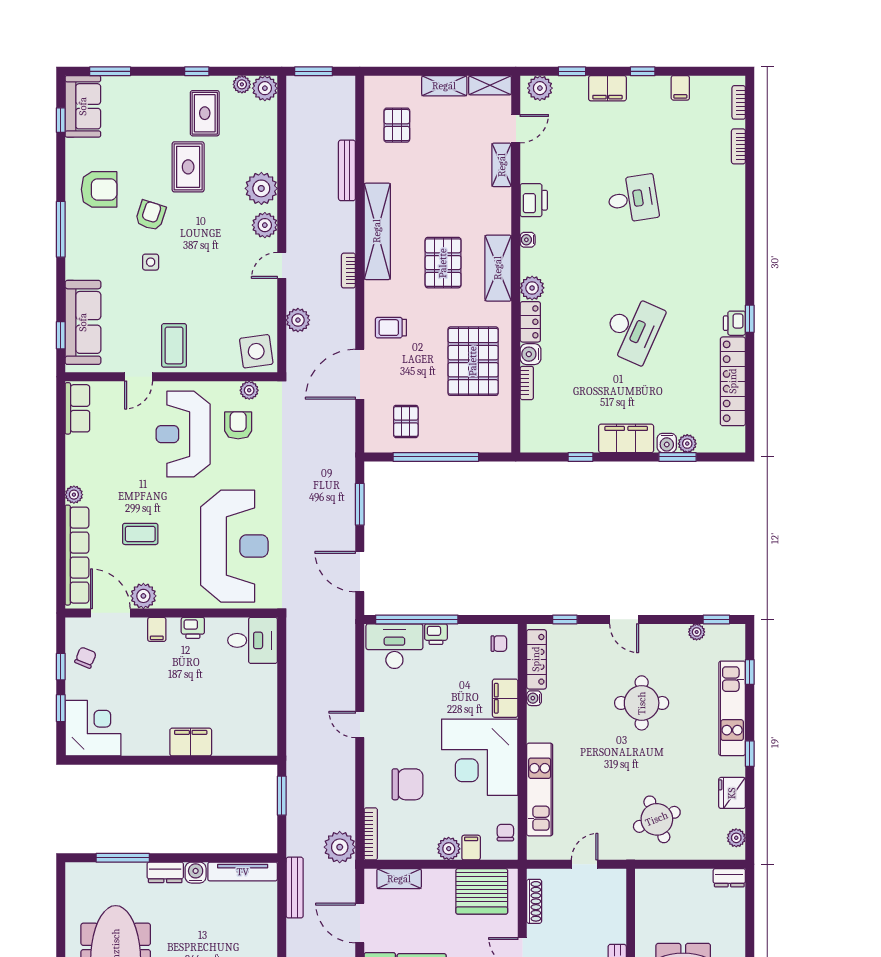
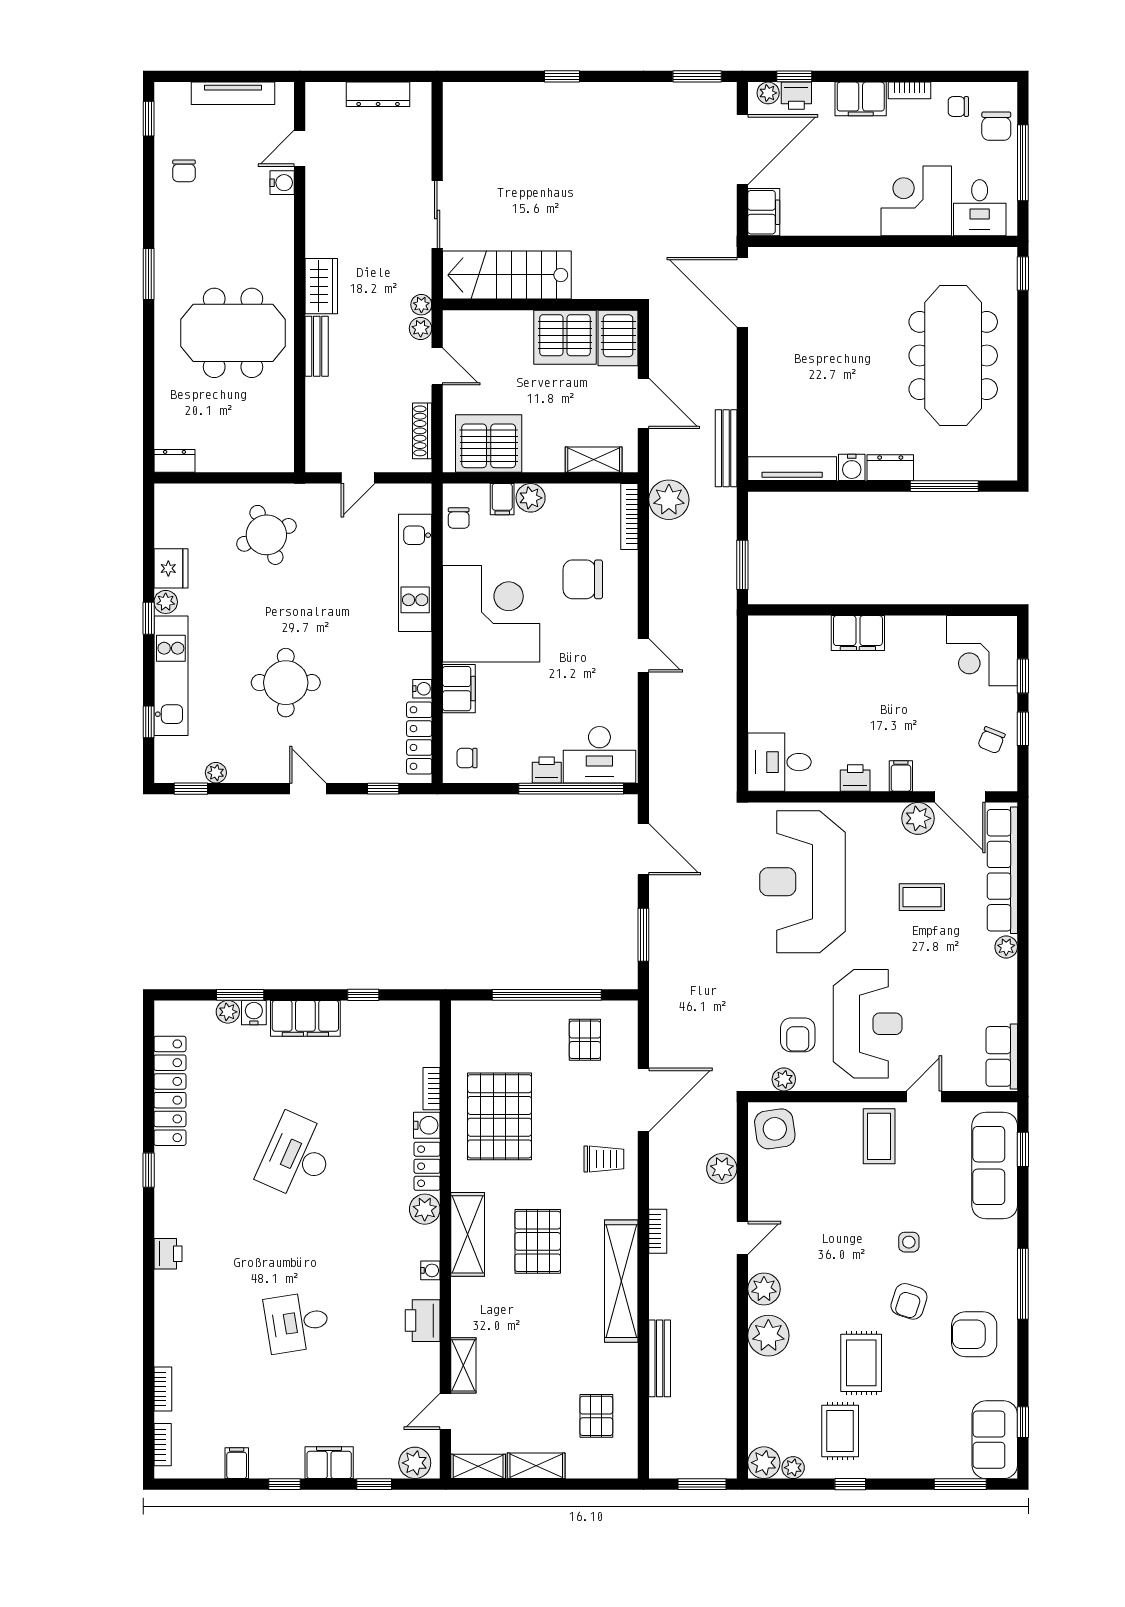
printer: (734, 323) -> (168, 1254), moved
plant: (736, 838) -> (166, 602), moved

